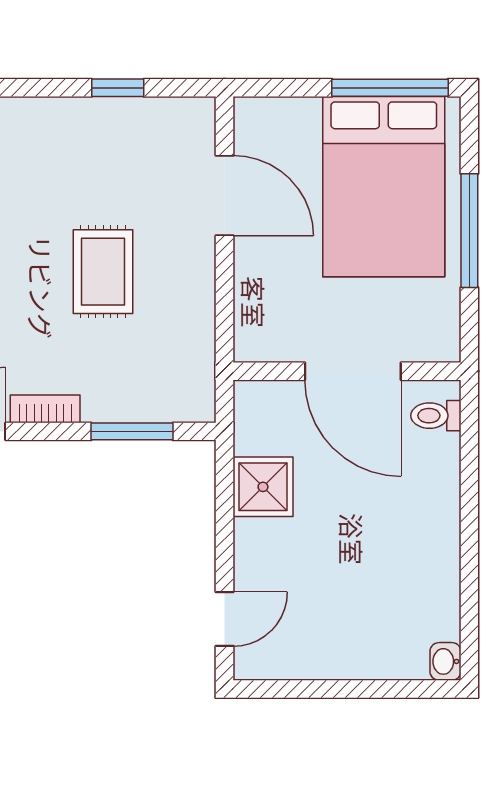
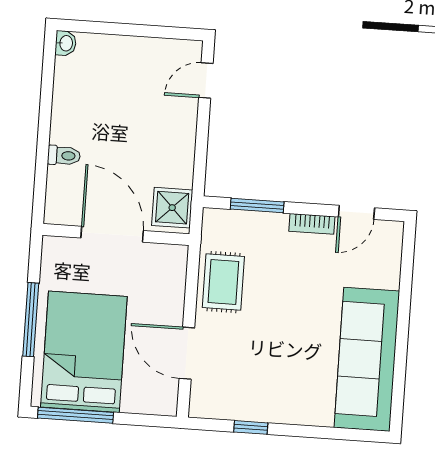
rug: (103, 272) -> (223, 282), moved
toilet: (436, 416) -> (64, 156), moved
shower: (263, 487) -> (172, 208), moved

